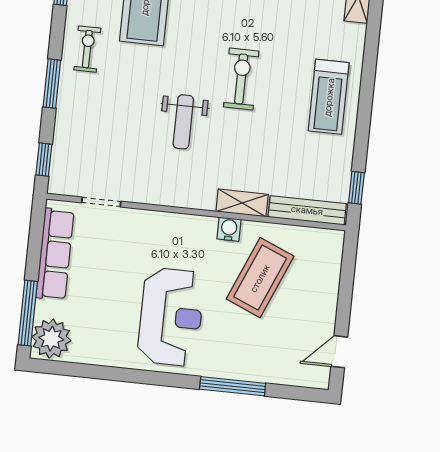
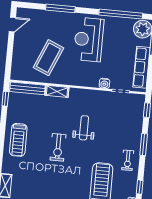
treadmill: (329, 97) -> (18, 140), turned 180
water cooler: (229, 229) -> (104, 83), moved
window: (99, 372) -> (121, 14), added

